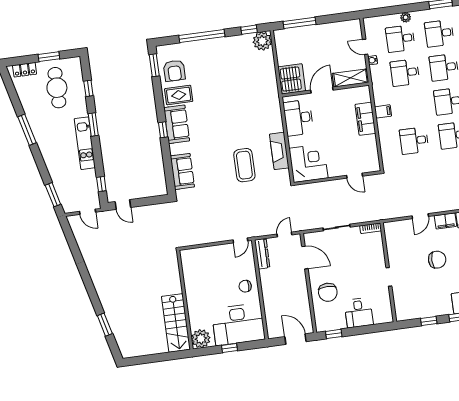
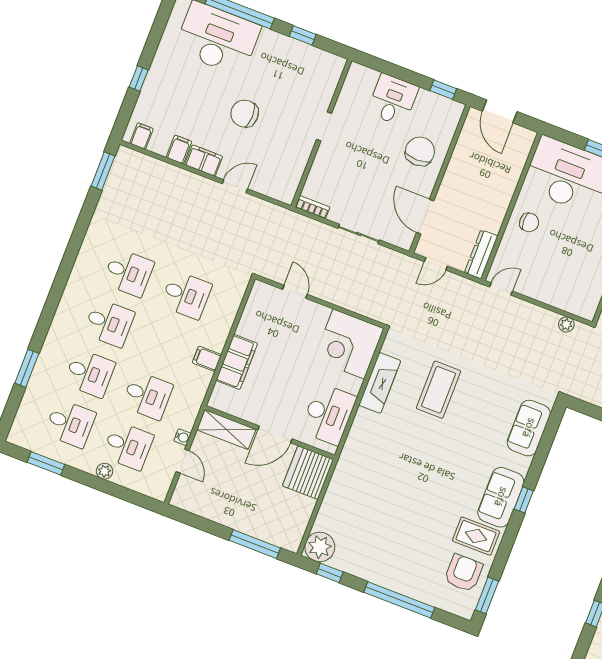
plant: (193, 241) -> (566, 324), added

